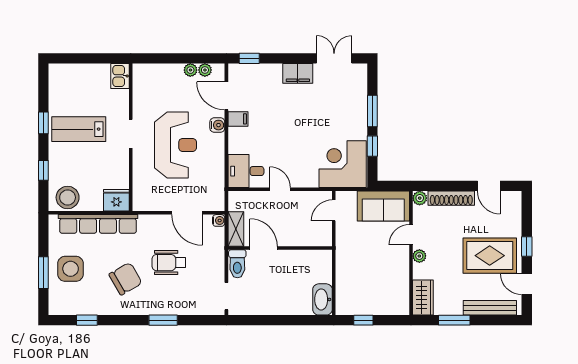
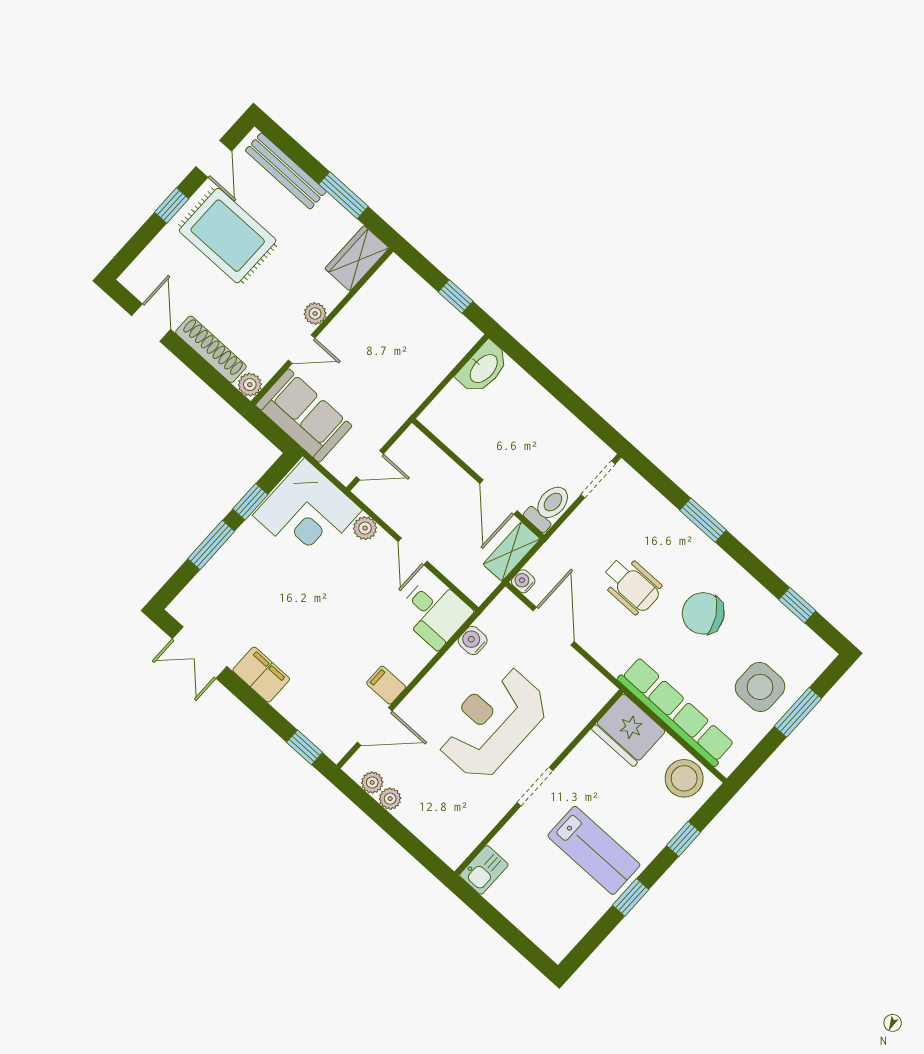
door: (226, 96) -> (375, 727), hinge flipped
water cooler: (217, 125) -> (473, 640), moved
plant: (311, 181) -> (365, 528), added
fridge: (116, 200) -> (628, 730), width x1.36, depth x1.34

